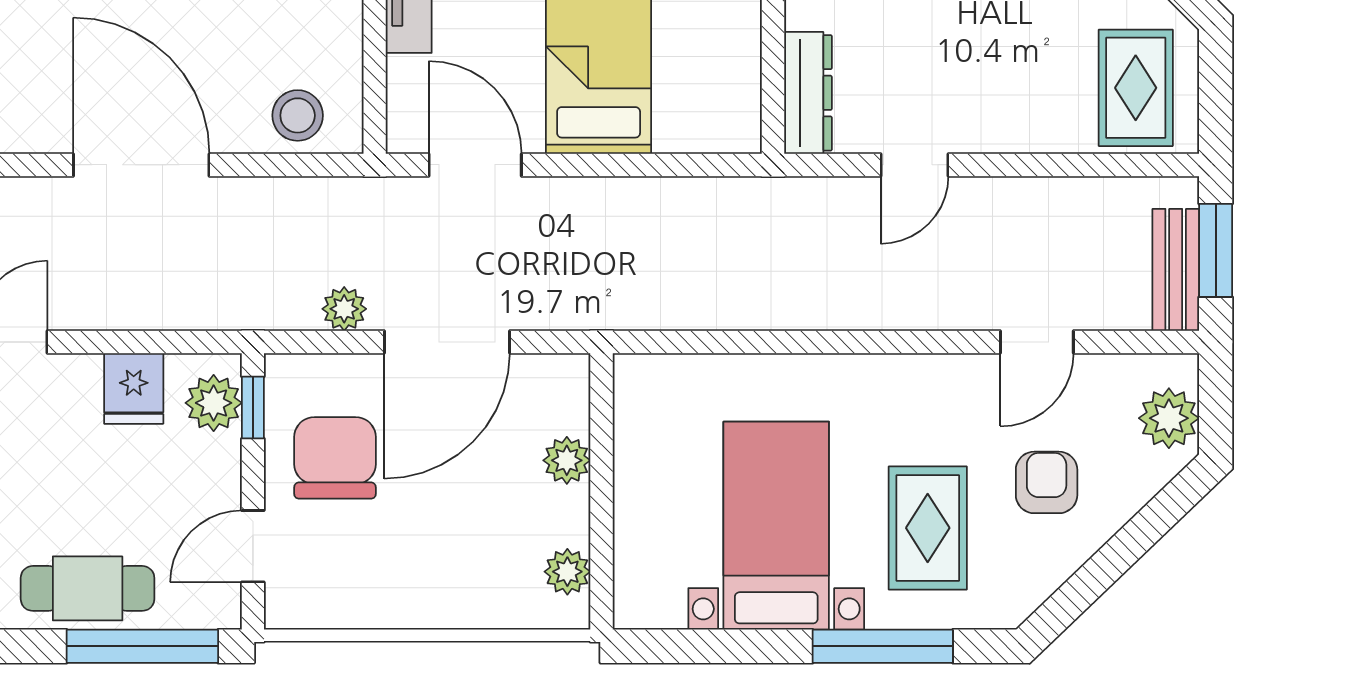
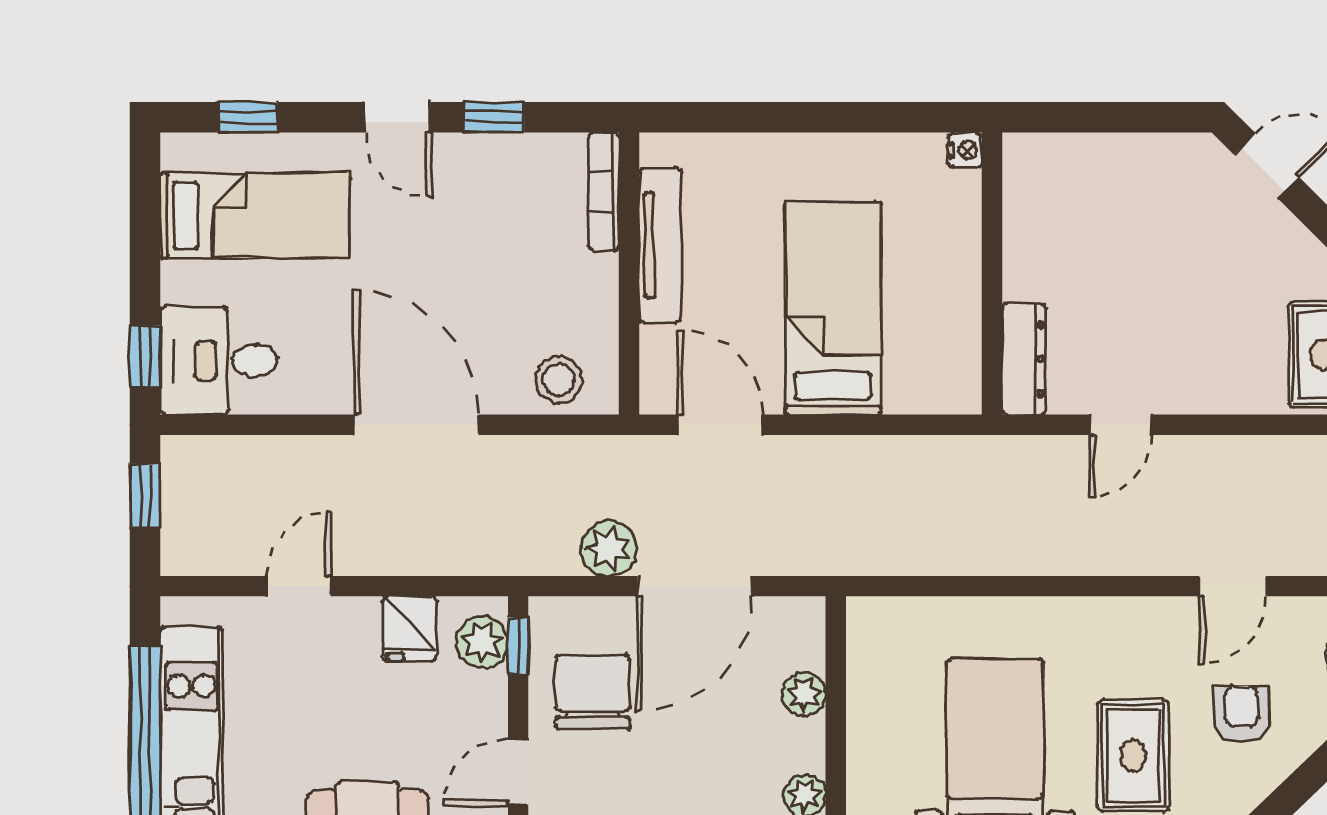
plant: (344, 309) -> (609, 548), width x1.38, depth x1.38

